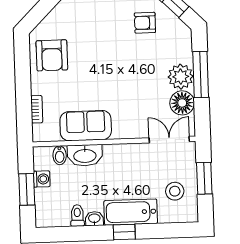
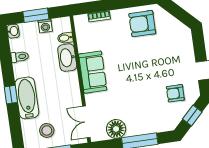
armchair: (145, 23) -> (175, 93), turned -90
plant: (181, 77) -> (136, 126), removed
sofa: (86, 126) -> (93, 72), moved
double door: (169, 140) -> (86, 122), swing flipped
washbasin: (94, 219) -> (13, 31), moved

